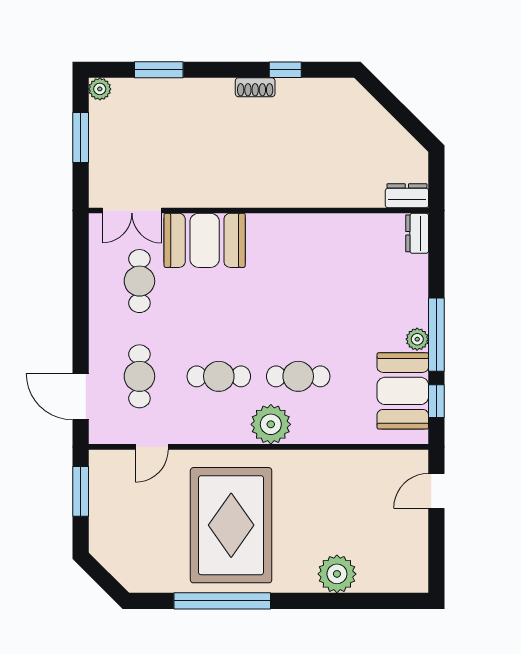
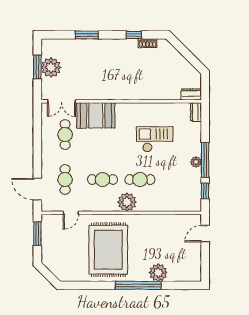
window: (159, 70) -> (87, 35), moved
shoe rack: (255, 87) -> (147, 43), moved
plant: (100, 89) -> (51, 67), moved, width x1.88, depth x1.88
checkout: (329, 291) -> (155, 139), added
booth: (403, 391) -> (189, 186), removed
window: (222, 601) -> (138, 285), moved

